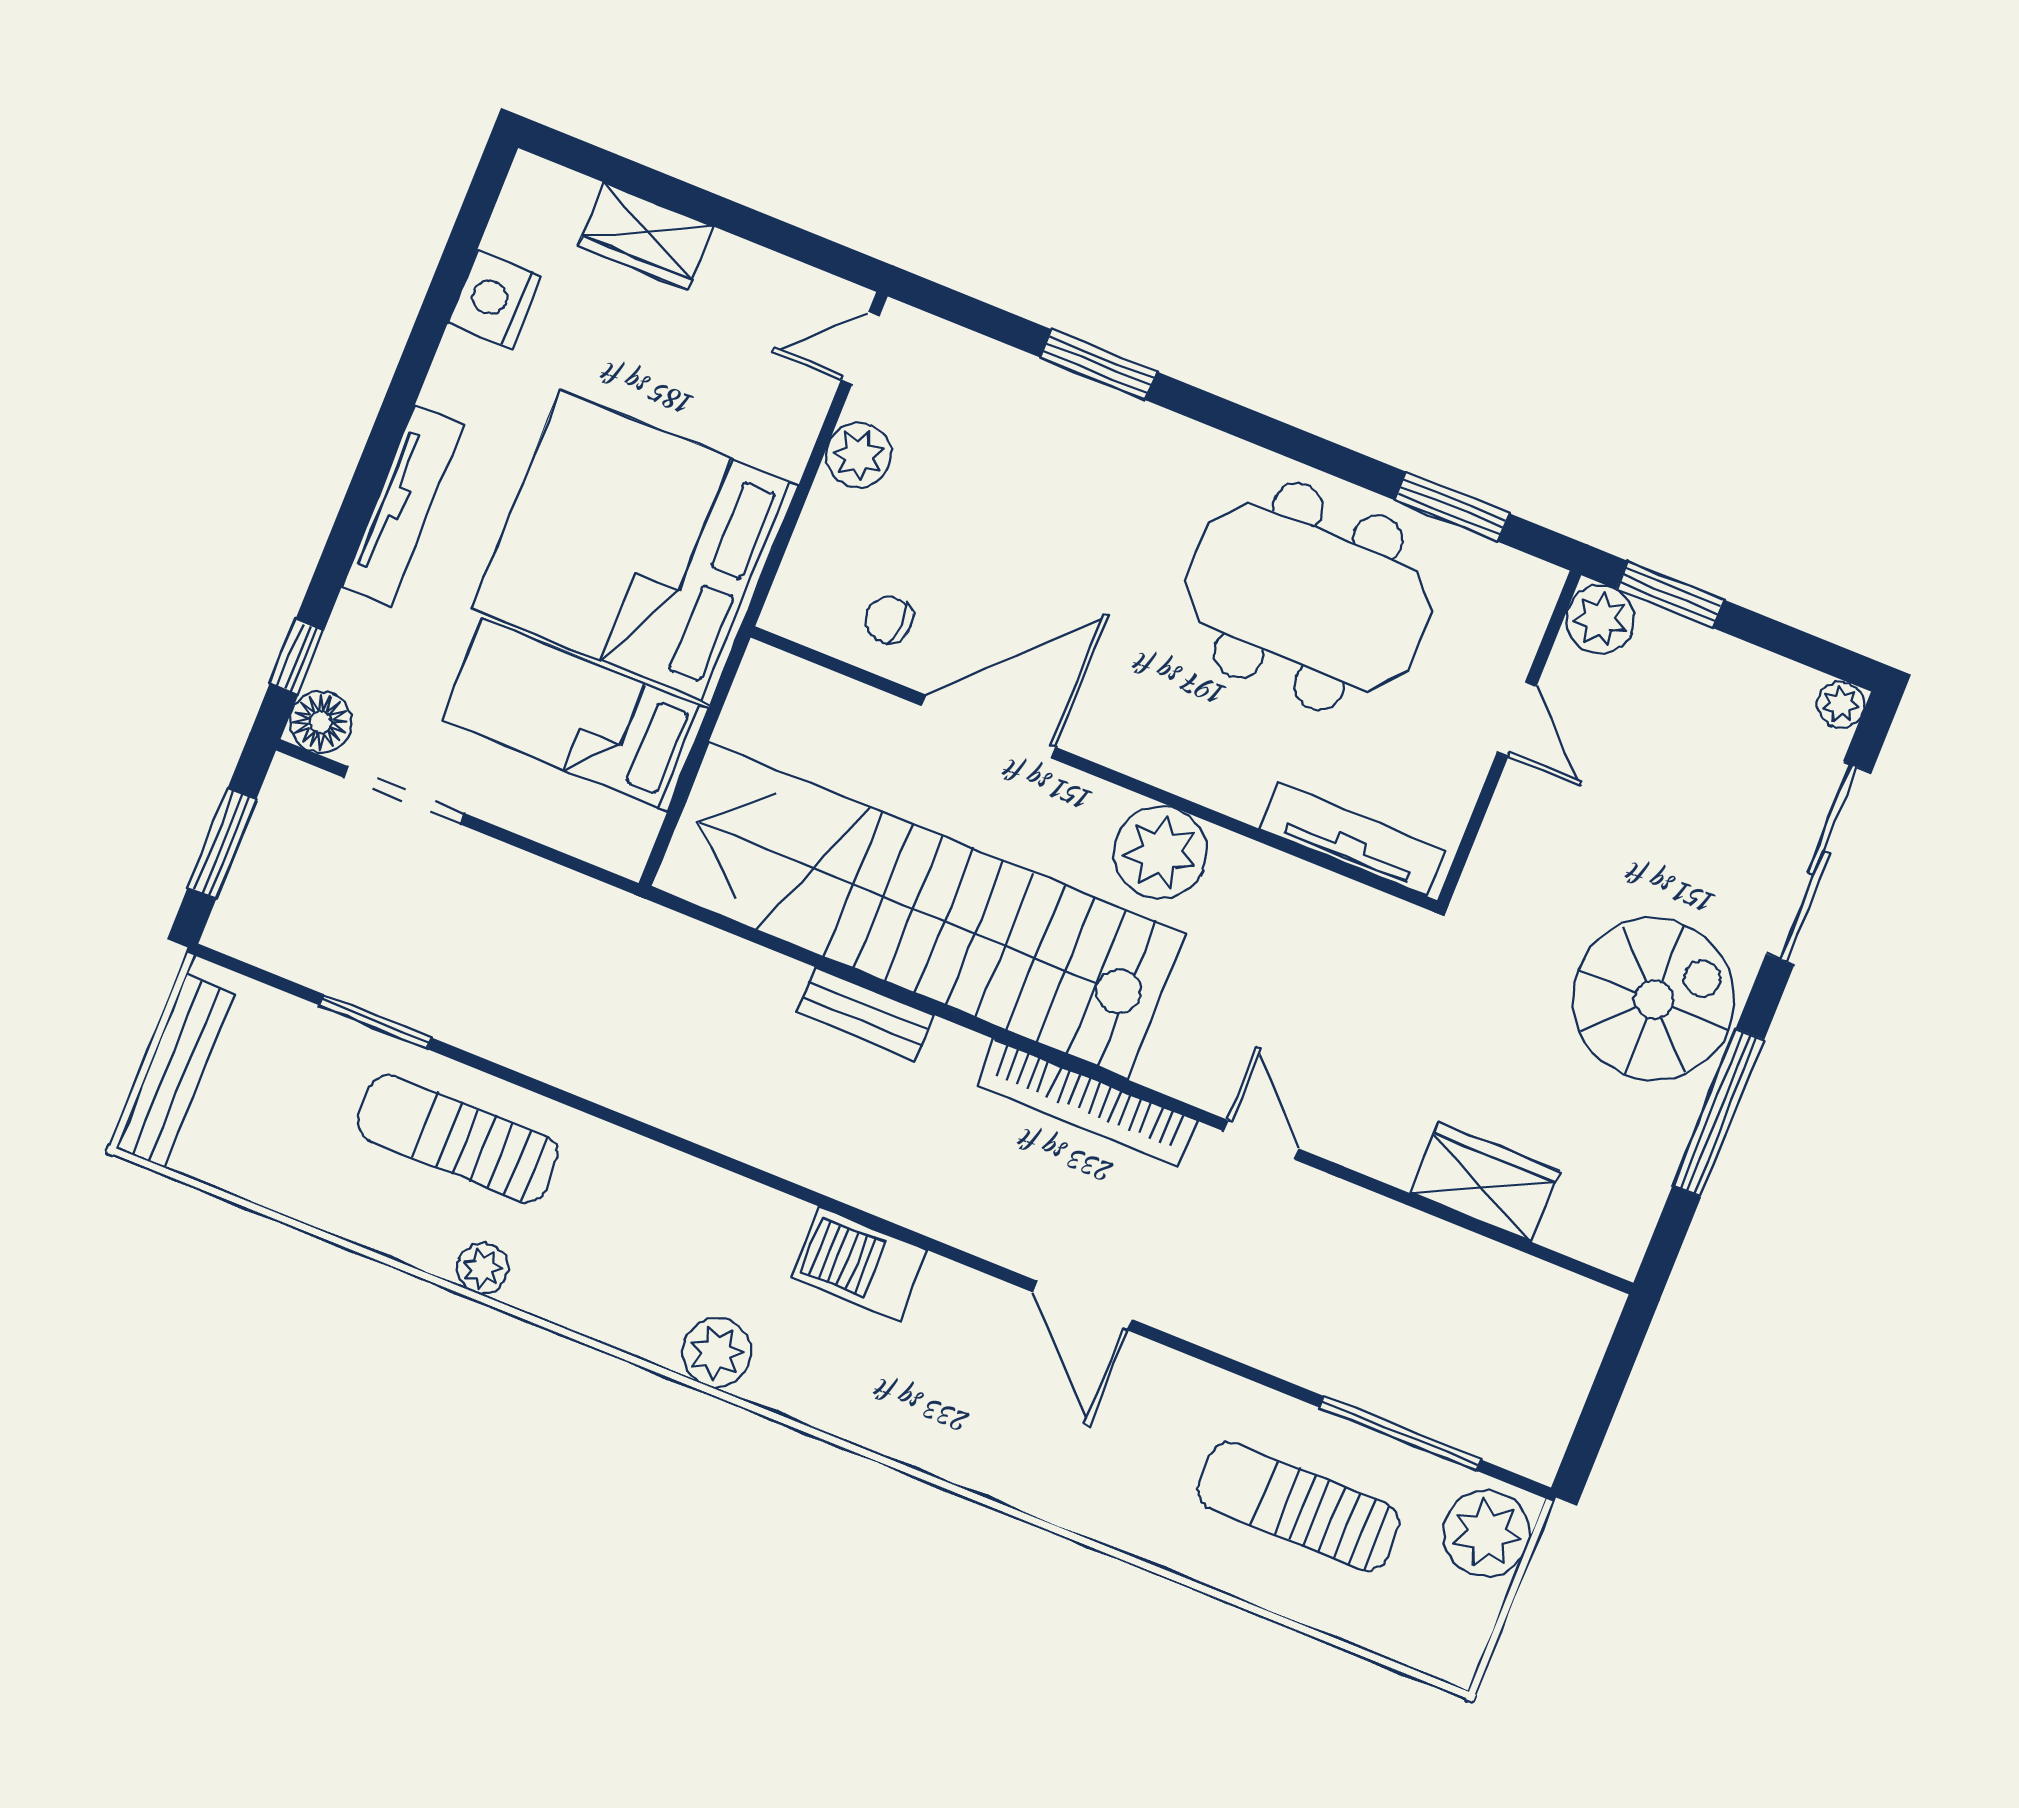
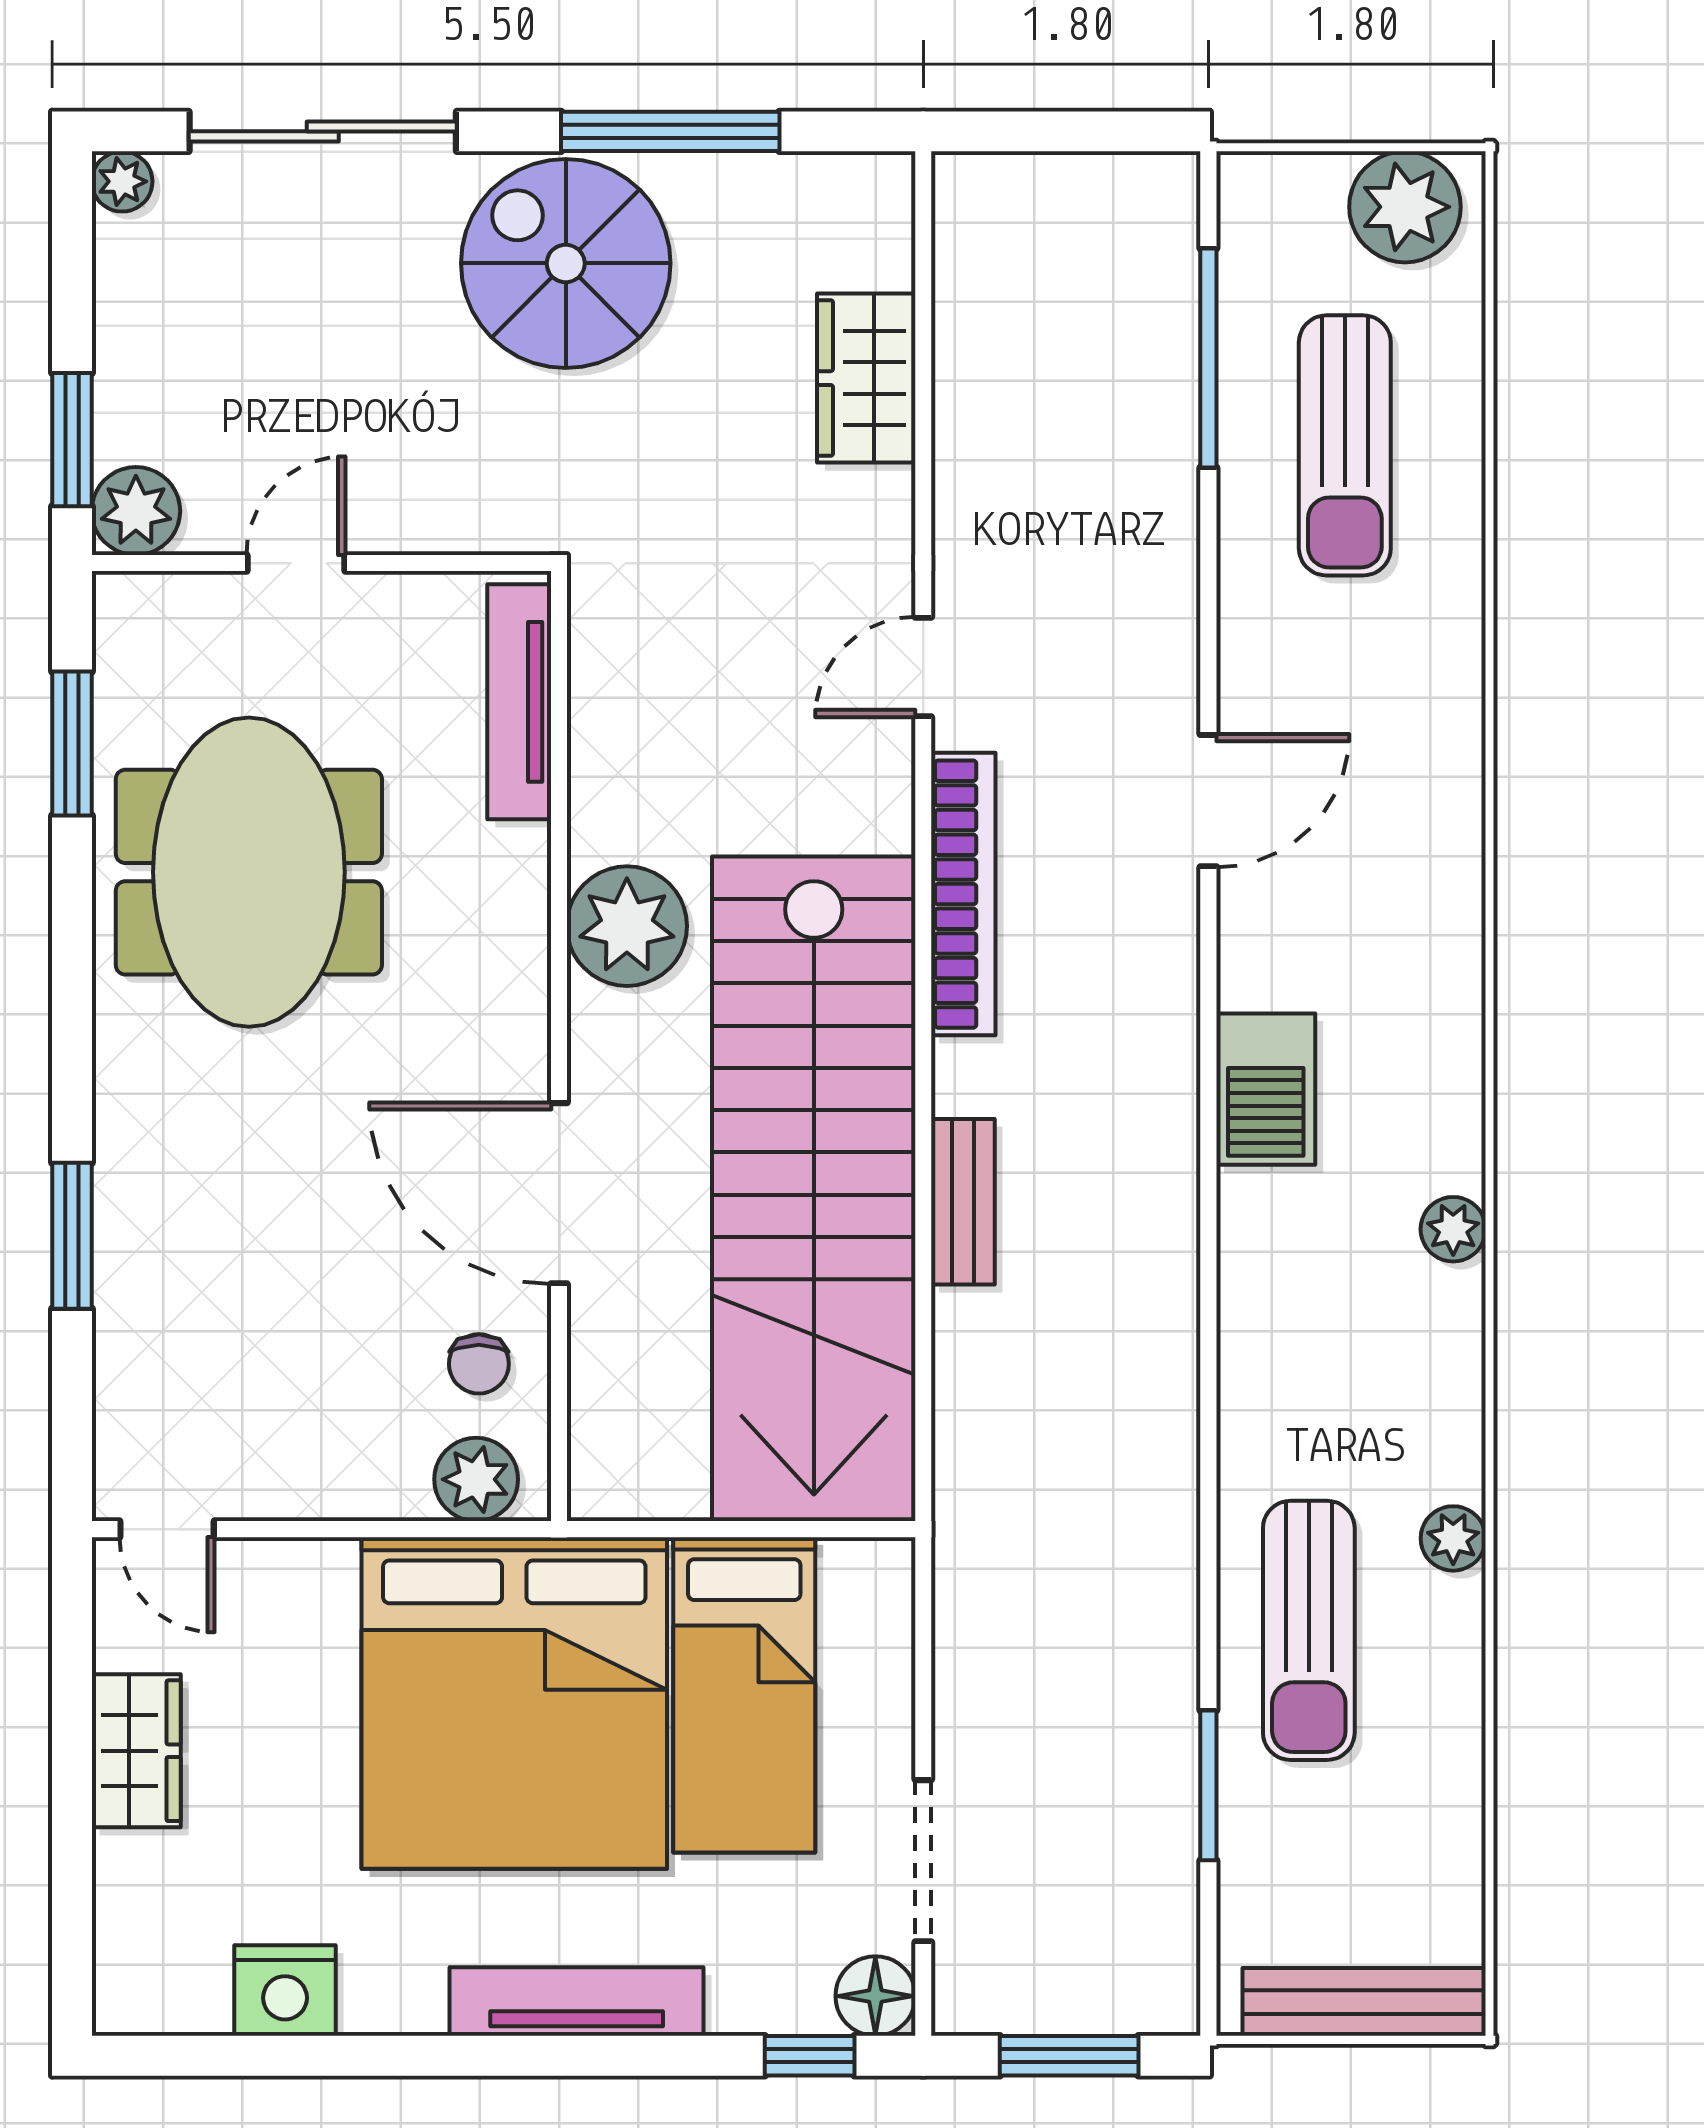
wardrobe: (646, 236) -> (136, 1751), moved
plant: (859, 455) -> (476, 1479), moved
plant: (717, 1353) -> (1453, 1229), width x0.73, depth x0.73
plant: (1486, 1533) -> (1405, 207), moved

